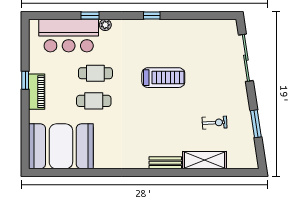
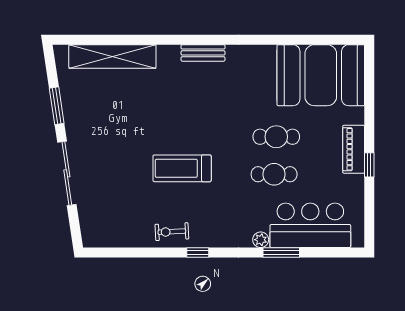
window: (90, 15) -> (281, 253), width x1.50
sliding door: (246, 58) -> (67, 173), moved
exercise bike: (215, 123) -> (172, 232), moved
shelving: (204, 160) -> (112, 56), width x1.47
bench: (165, 163) -> (203, 53), moved

